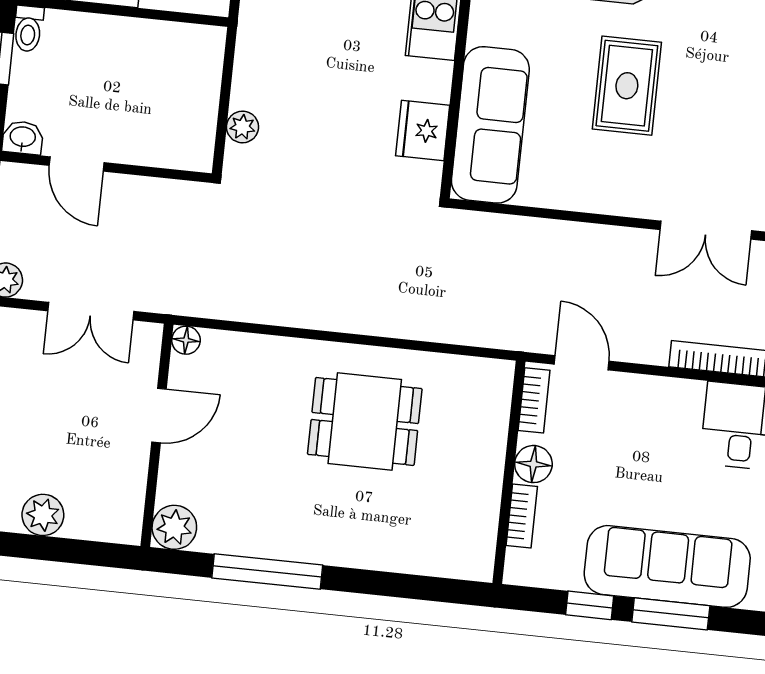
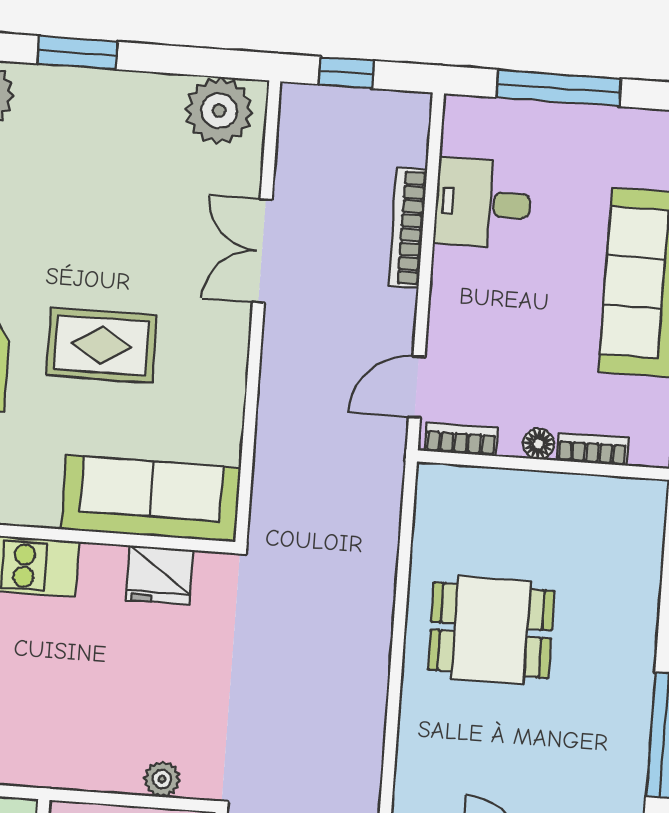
double door: (706, 230) -> (262, 251), swing flipped
dining table: (365, 421) -> (491, 630), turned 90
floor lamp: (533, 464) -> (539, 444), width x0.73, depth x0.73

